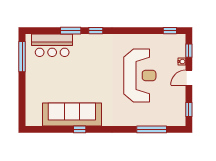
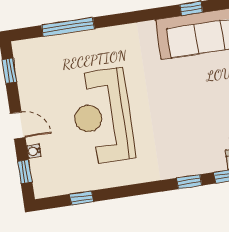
window: (170, 31) -> (82, 198), moved
door: (189, 78) -> (18, 125), hinge flipped

